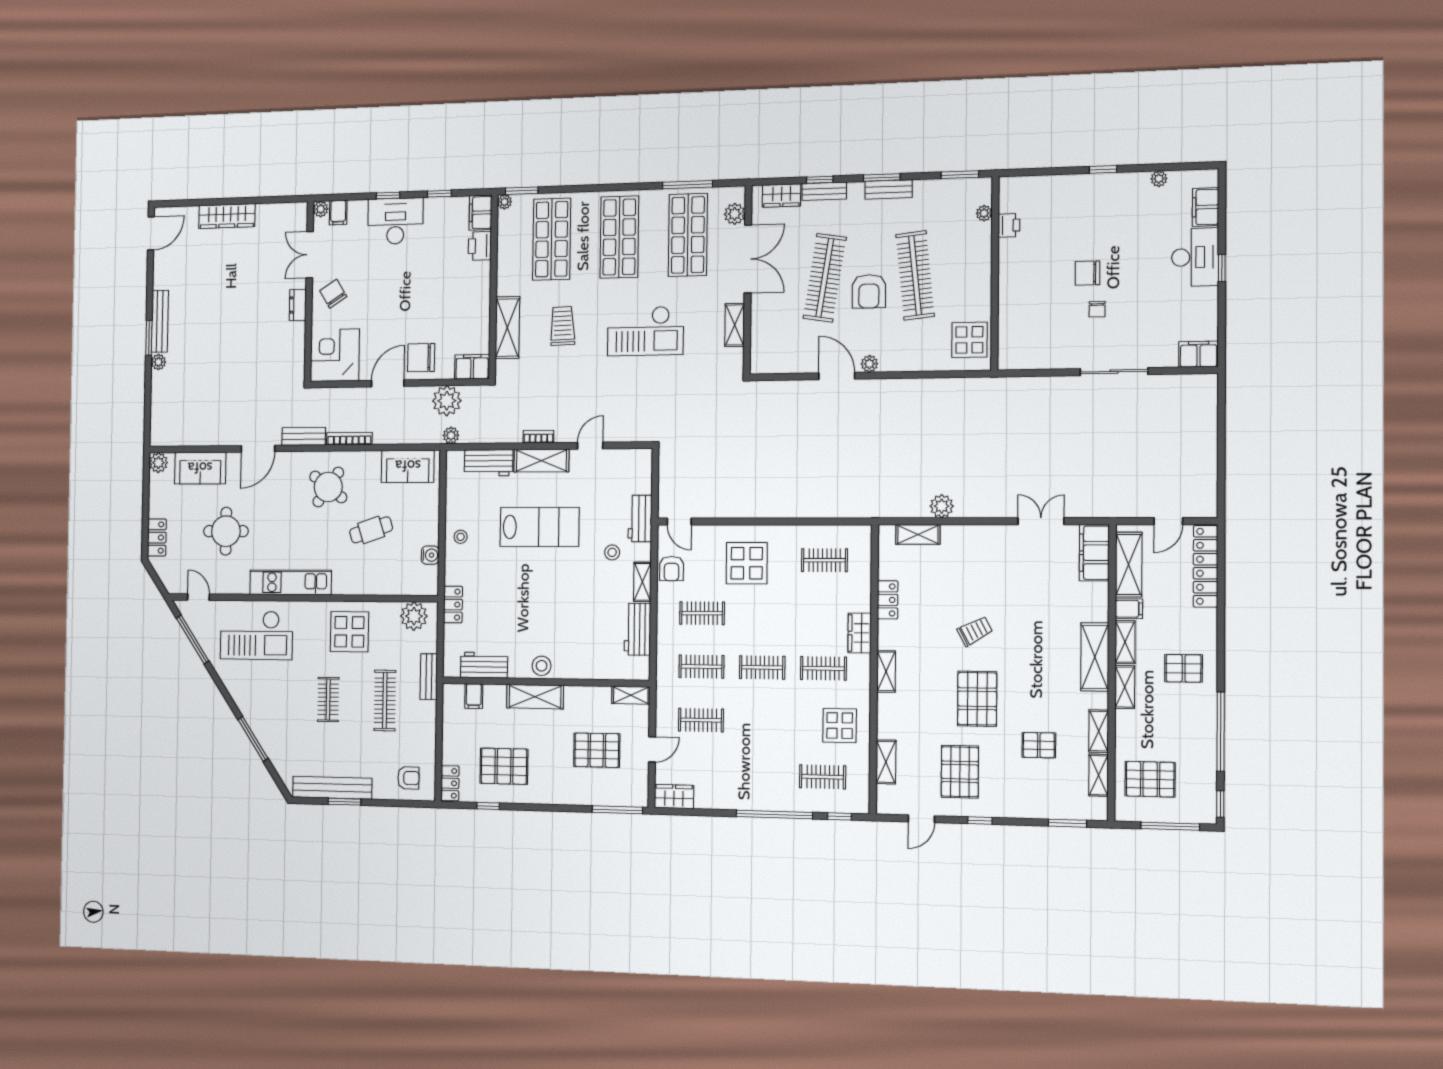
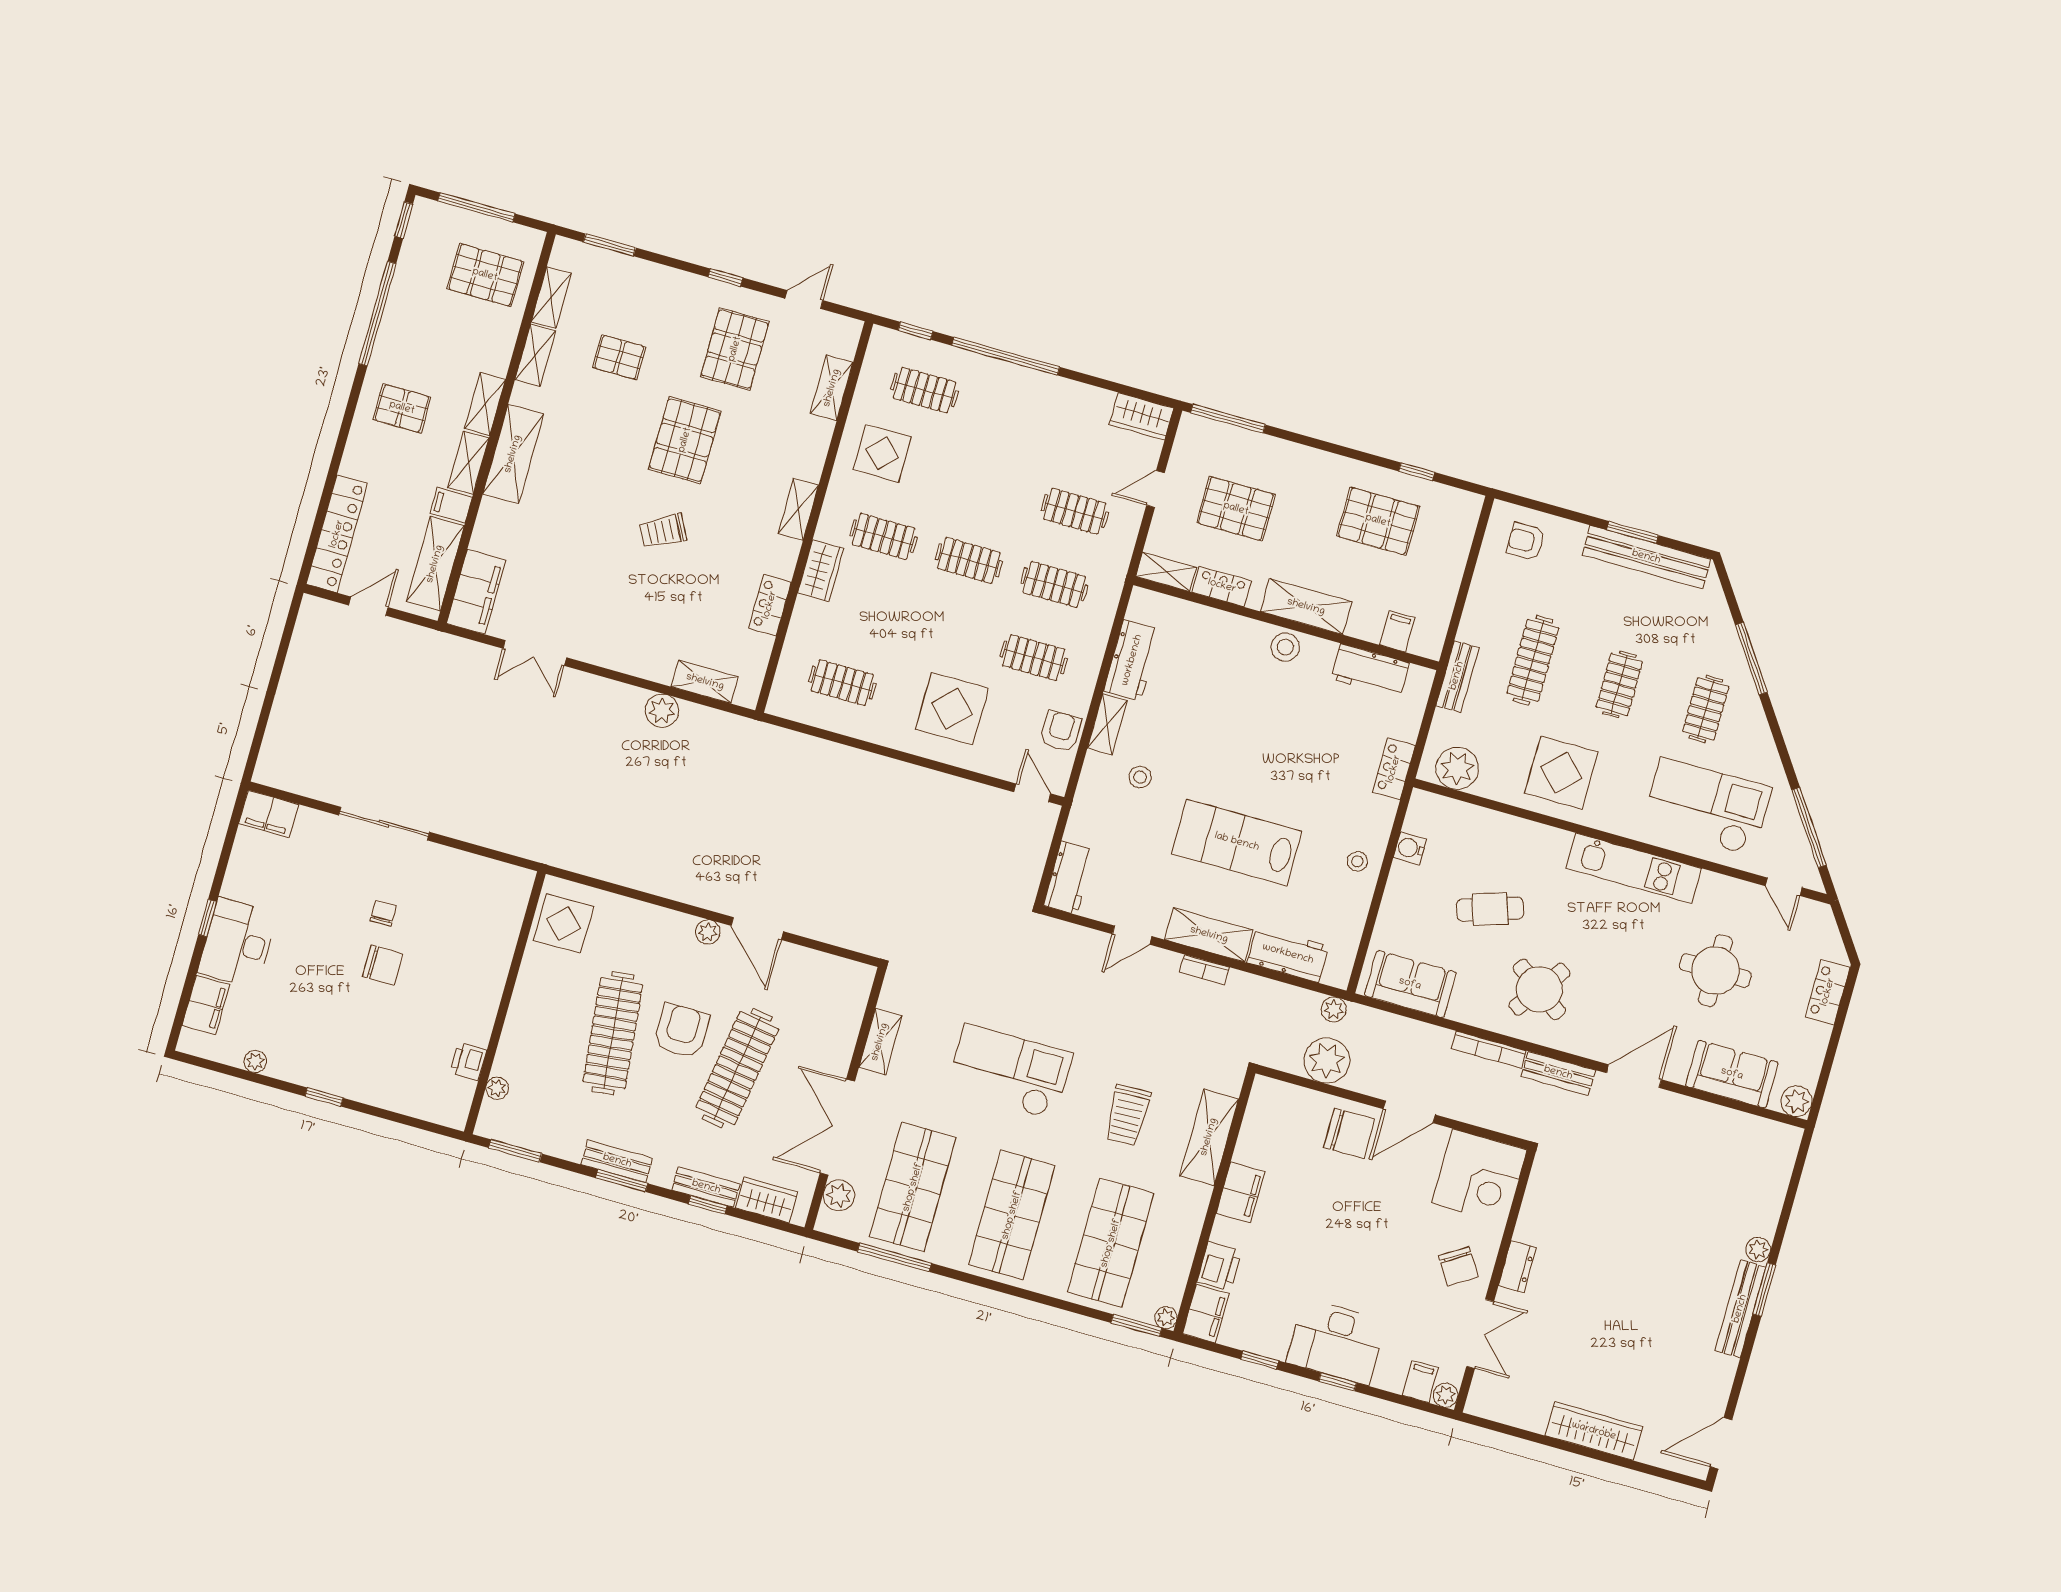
filing cabinet: (472, 367) -> (1240, 1192), moved, turned -90
workbench: (640, 518) -> (1069, 878), moved
clothes rail: (272, 698) -> (1706, 709), added
locker: (450, 783) -> (1222, 586), moved, turned 90

